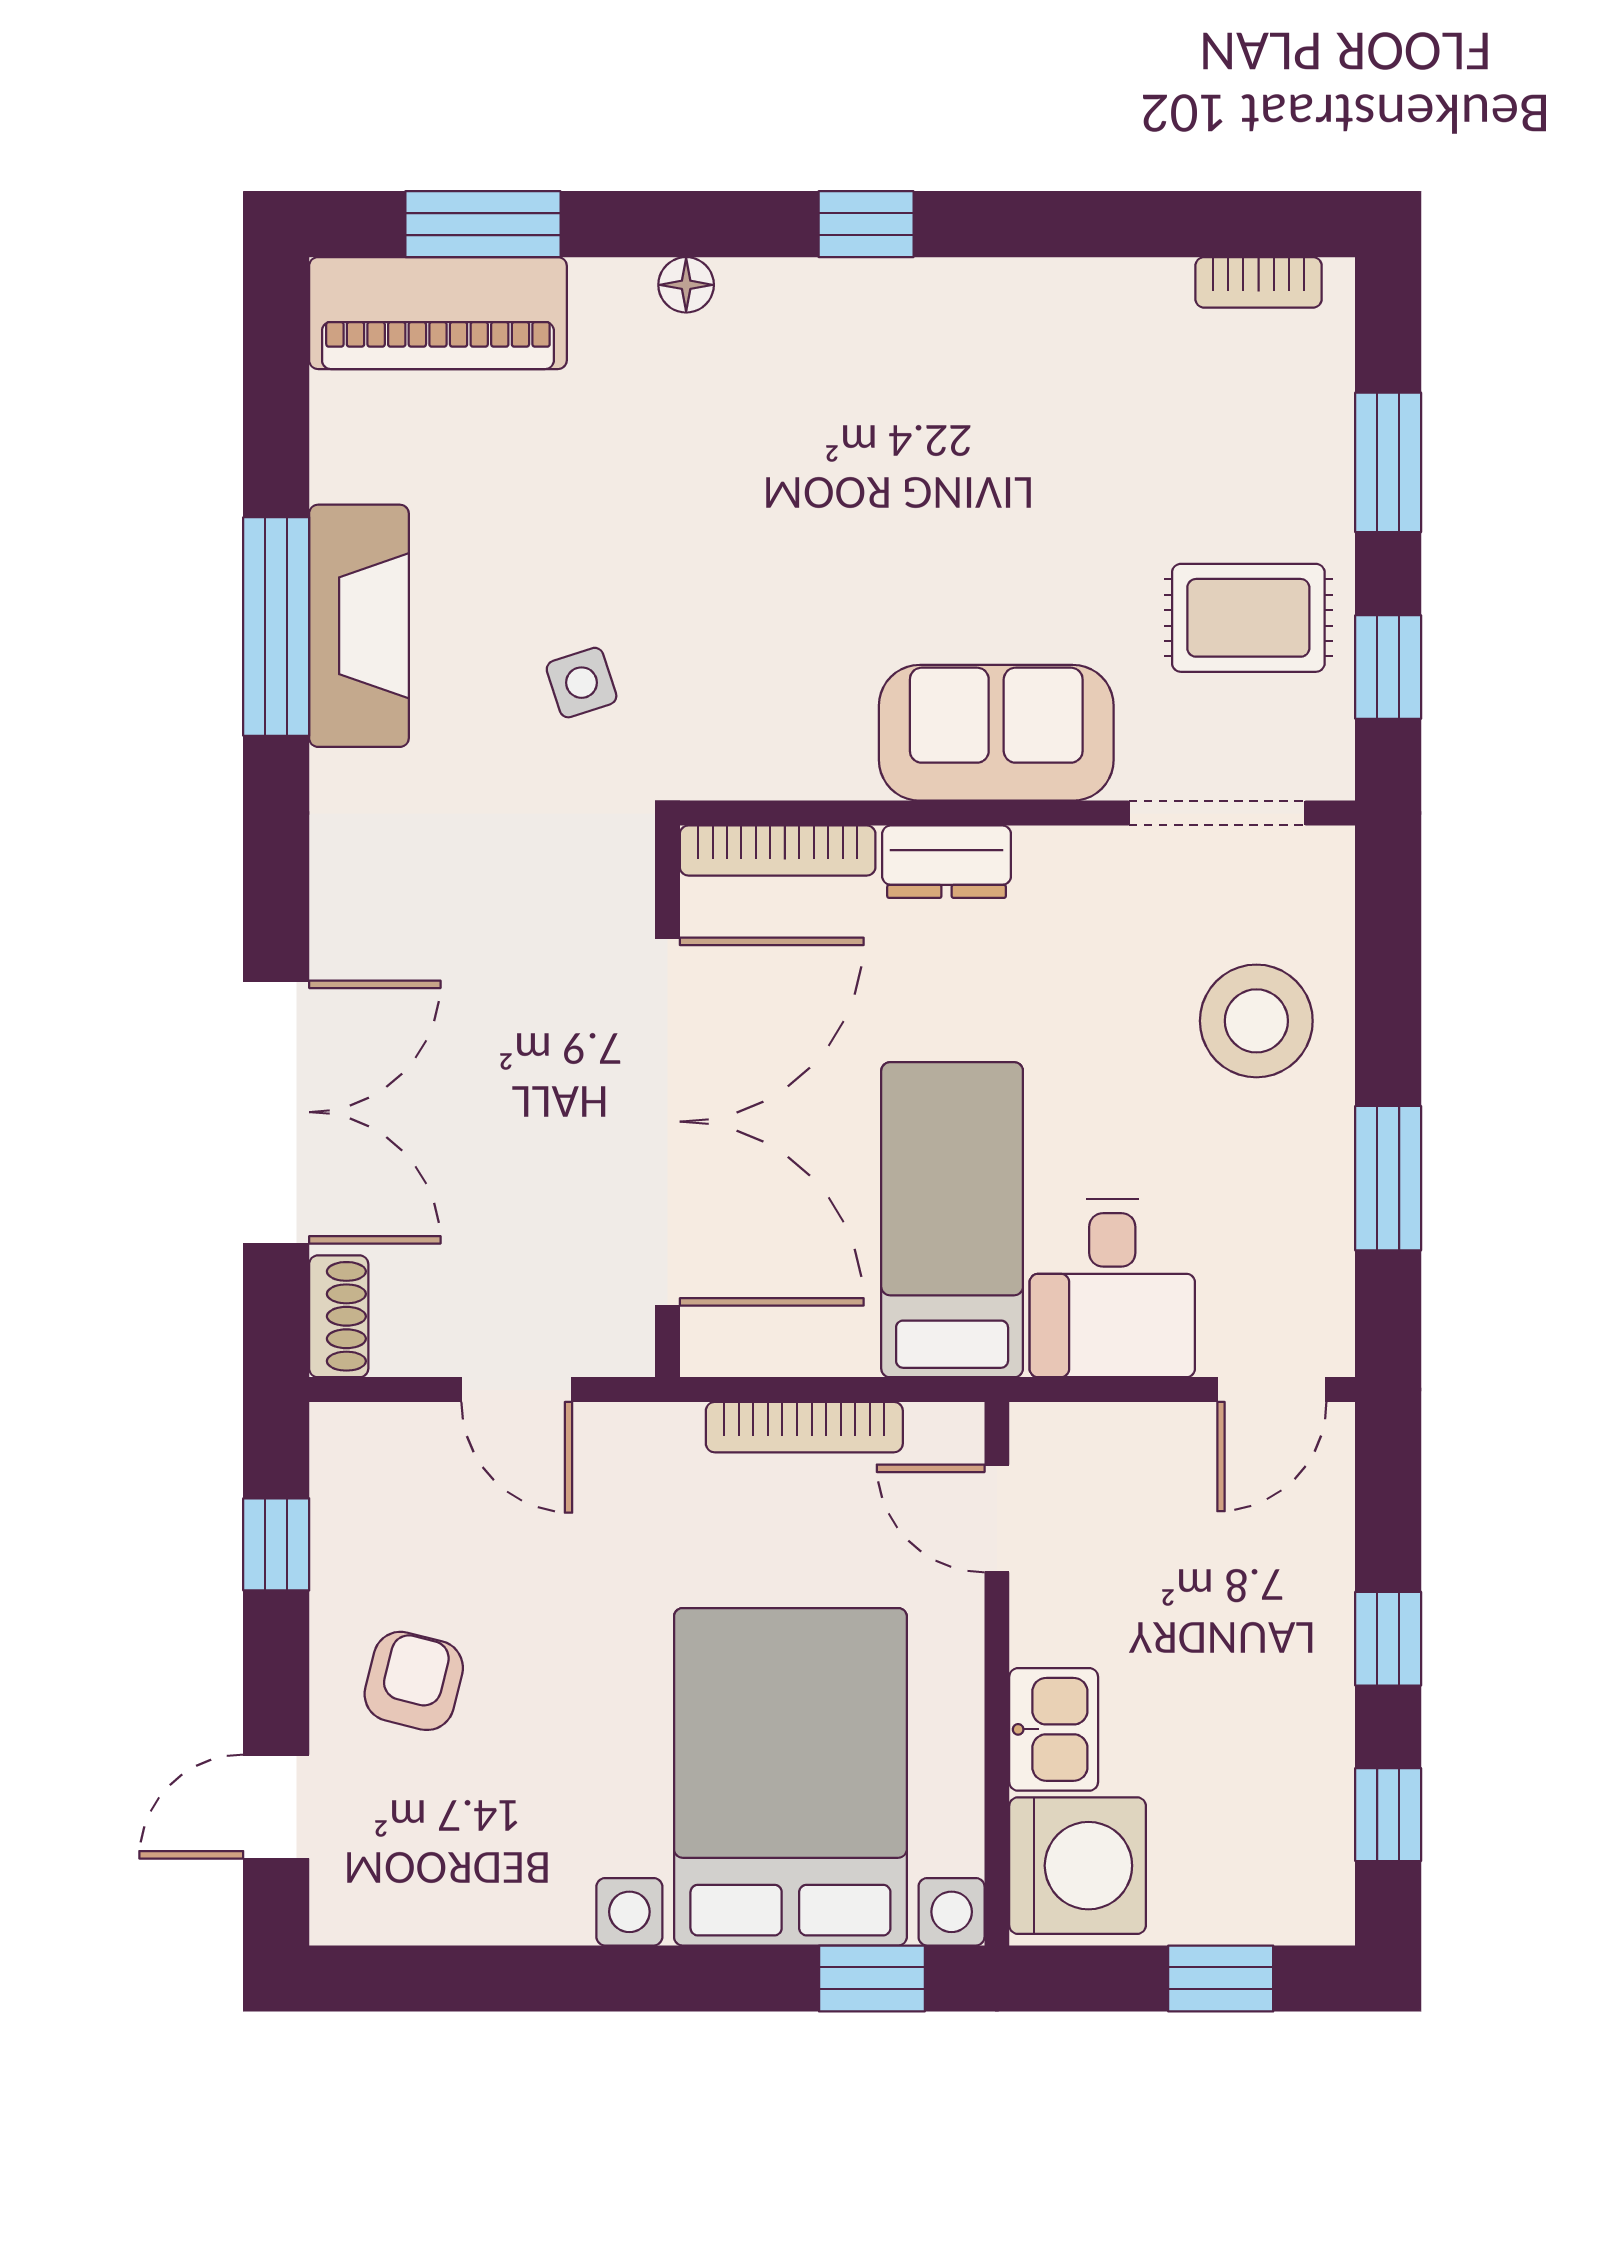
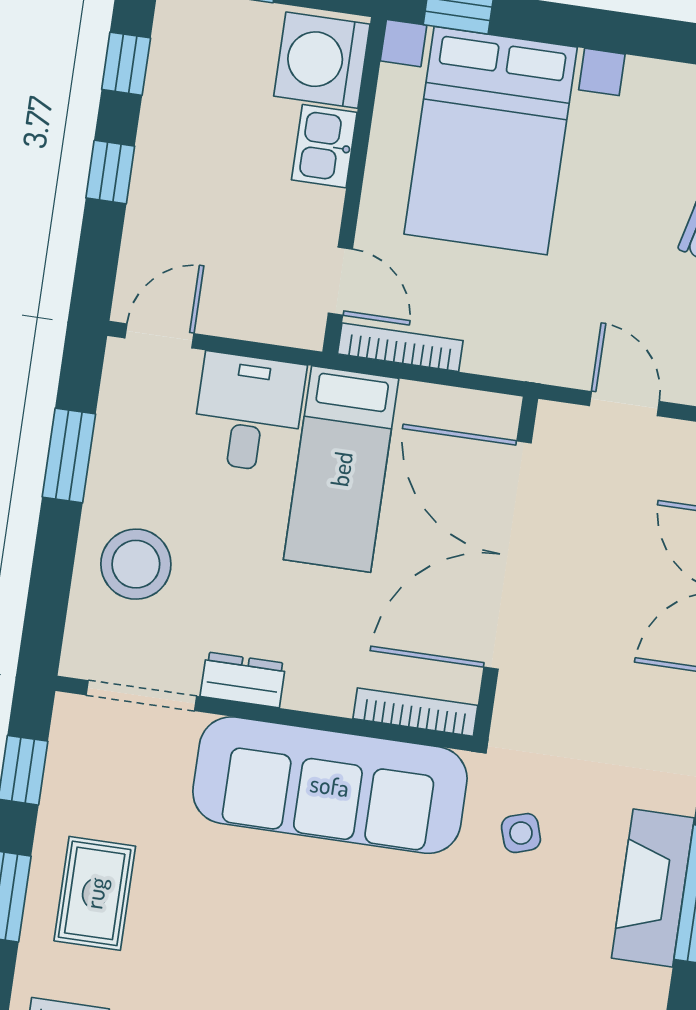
rug: (1248, 618) -> (95, 893), moved, turned 90
sofa: (996, 733) -> (330, 785), width x1.85, depth x1.27
dresser: (947, 862) -> (243, 680), moved
bookcase: (804, 1427) -> (400, 347), moved

